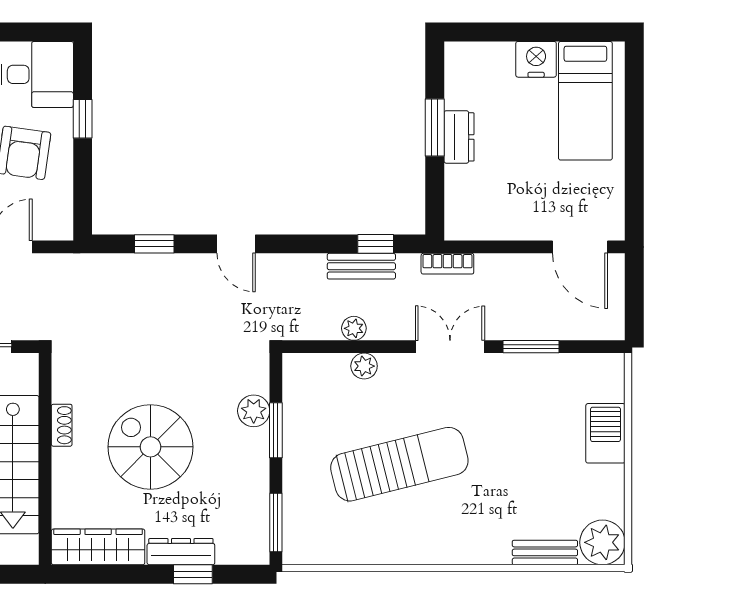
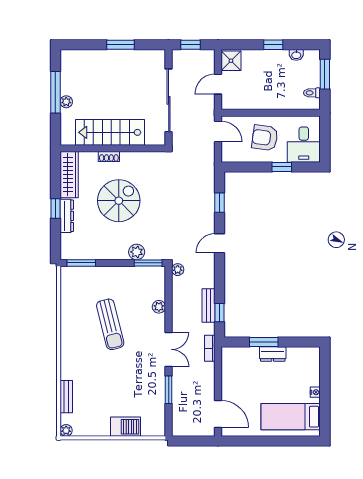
nightstand: (536, 59) -> (315, 392), width x0.53, depth x0.56
window: (435, 127) -> (264, 342), moved
door: (580, 247) -> (218, 414), swing flipped
plant: (354, 328) -> (178, 270), moved
shoe rack: (62, 425) -> (109, 157), moved
window: (276, 430) -> (148, 263), moved
sun lounger: (399, 464) -> (110, 324), width x0.73, depth x0.75
plant: (602, 542) -> (66, 430), width x0.53, depth x0.53
window: (193, 574) -> (55, 209), moved

